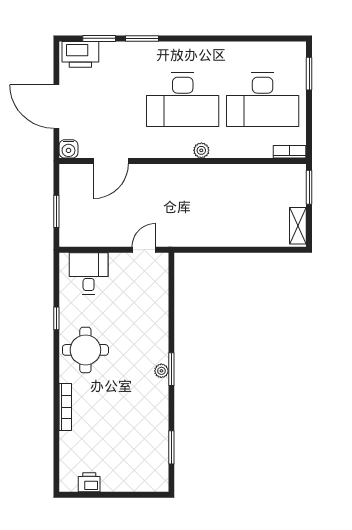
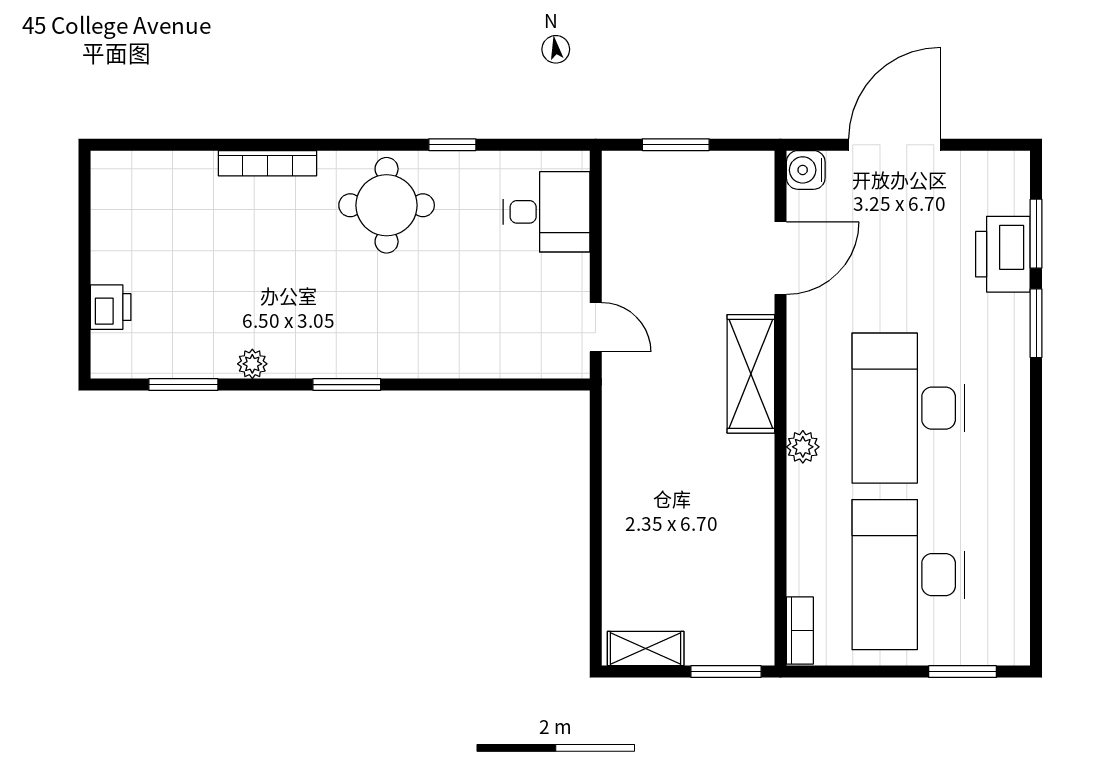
printer: (80, 54) -> (1003, 254), moved
door: (111, 161) -> (780, 258), swing flipped
shelving: (166, 175) -> (751, 374), added
plant: (161, 371) -> (252, 364), moved
printer: (89, 482) -> (111, 307), moved

